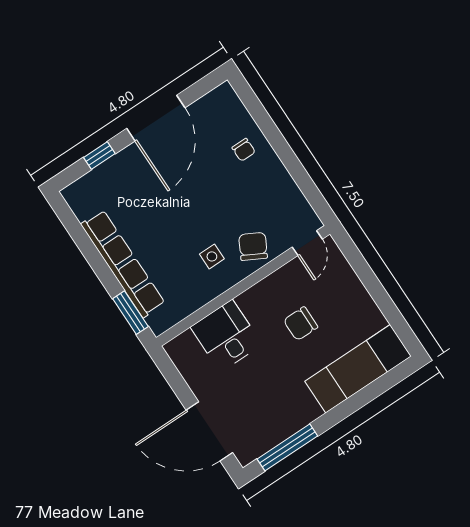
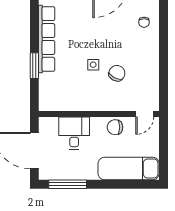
door: (307, 243) -> (145, 114), moved
wall: (243, 286) -> (99, 114), moved
desk: (226, 336) -> (74, 133), moved

